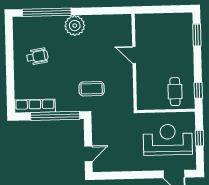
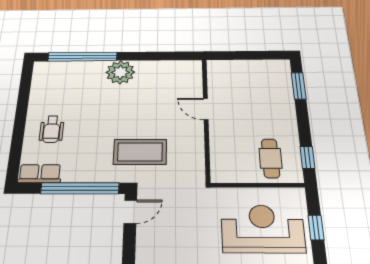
wheelchair: (37, 56) -> (52, 129), moved, turned 99
coffee table: (92, 89) -> (140, 152), width x1.36, depth x1.32
row of seats: (35, 106) -> (40, 174), width x0.68
door: (88, 154) -> (130, 212), moved

